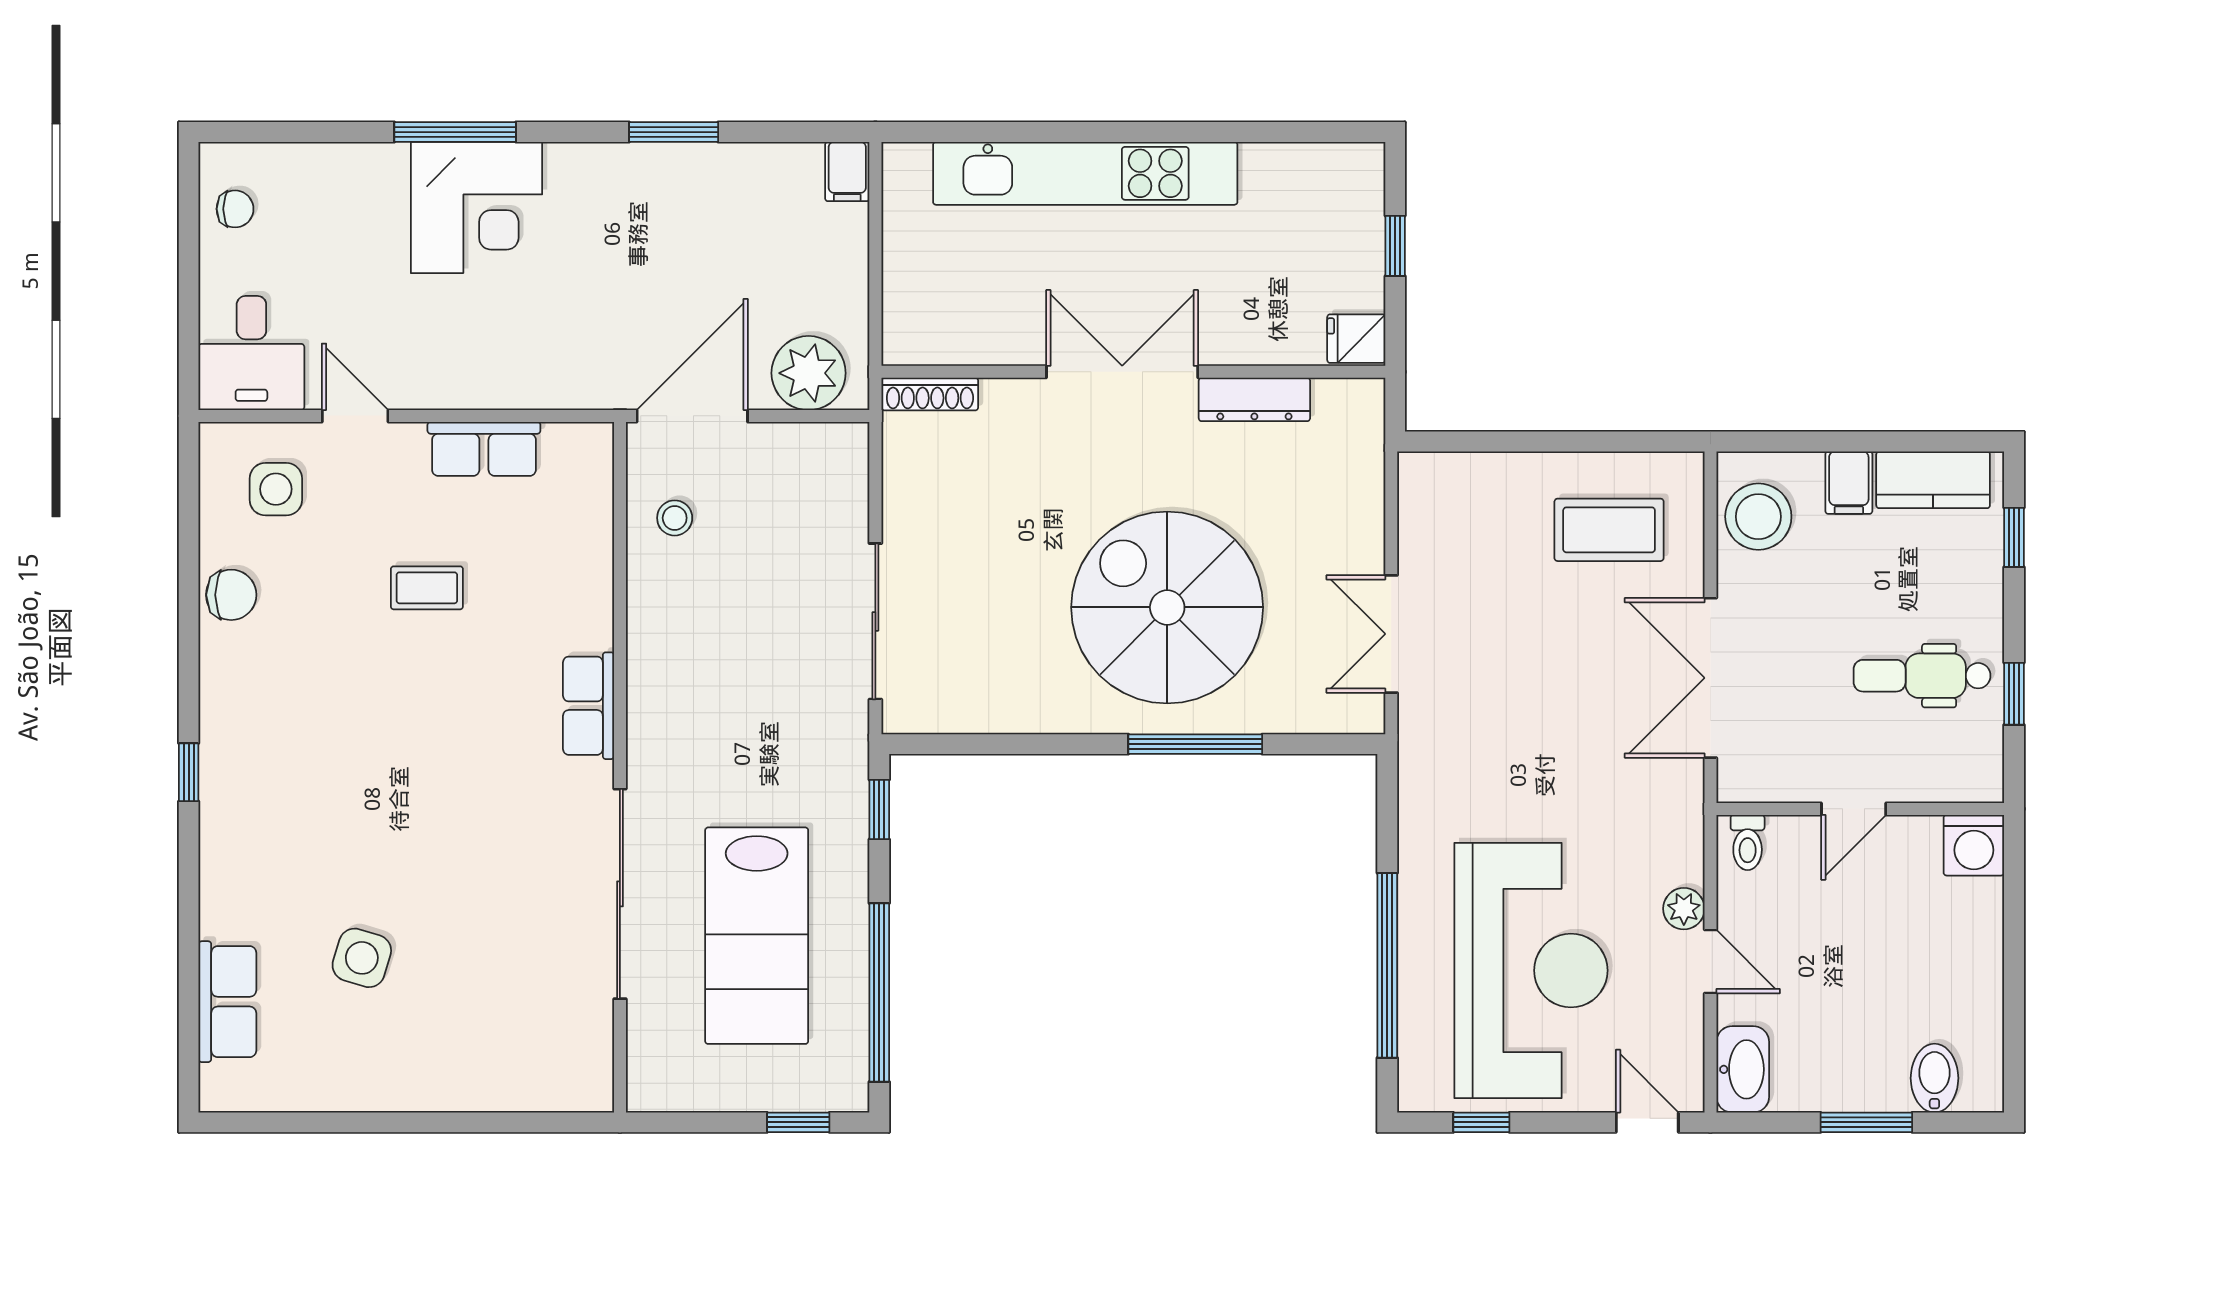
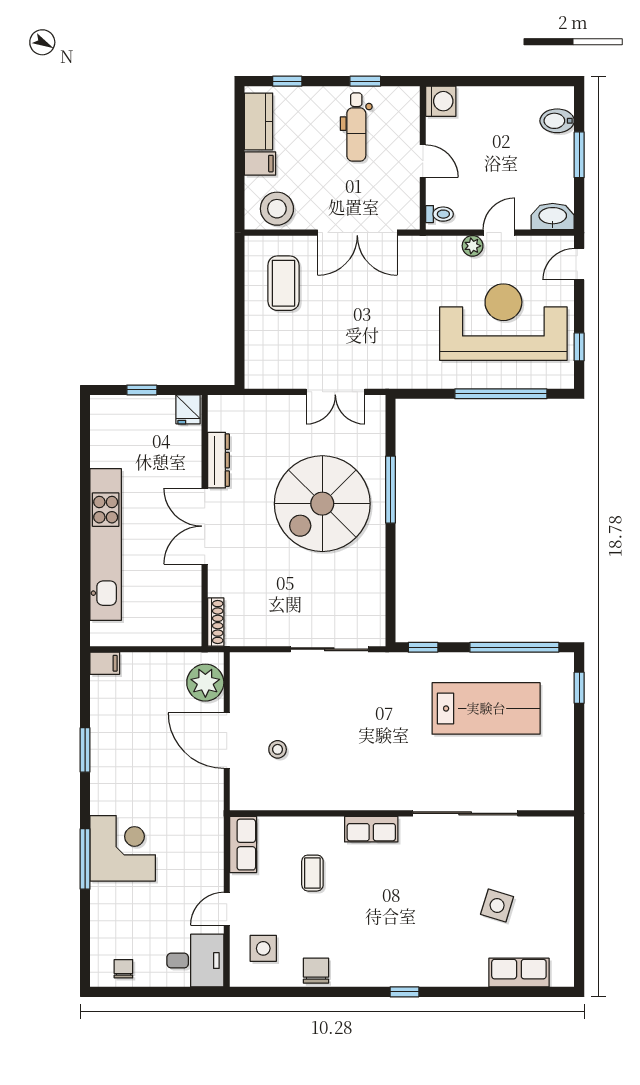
row of seats: (589, 706) -> (371, 829), moved
wall: (620, 767) -> (402, 813), moved
sliding door: (620, 894) -> (465, 813), moved

